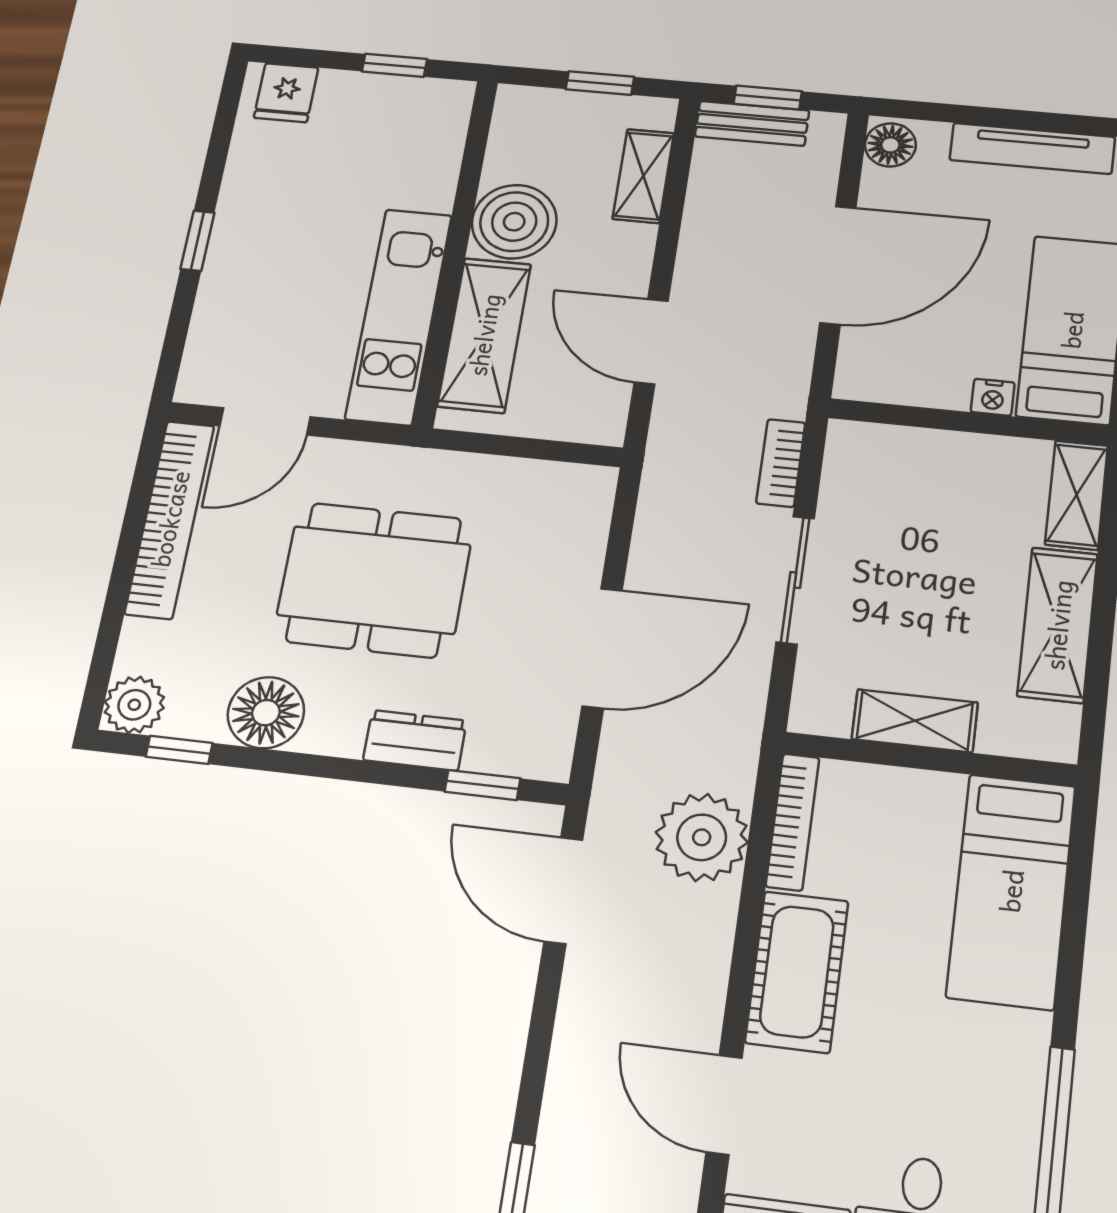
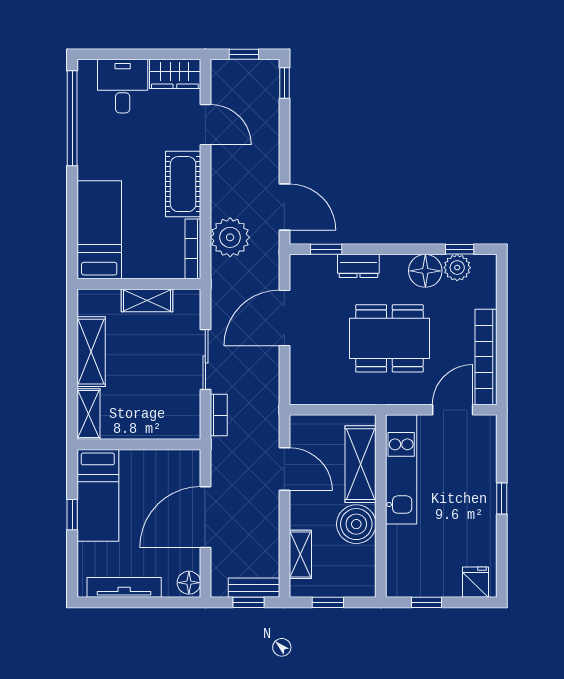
nightstand: (993, 397) -> (129, 458), removed
plant: (134, 705) -> (457, 268), moved

